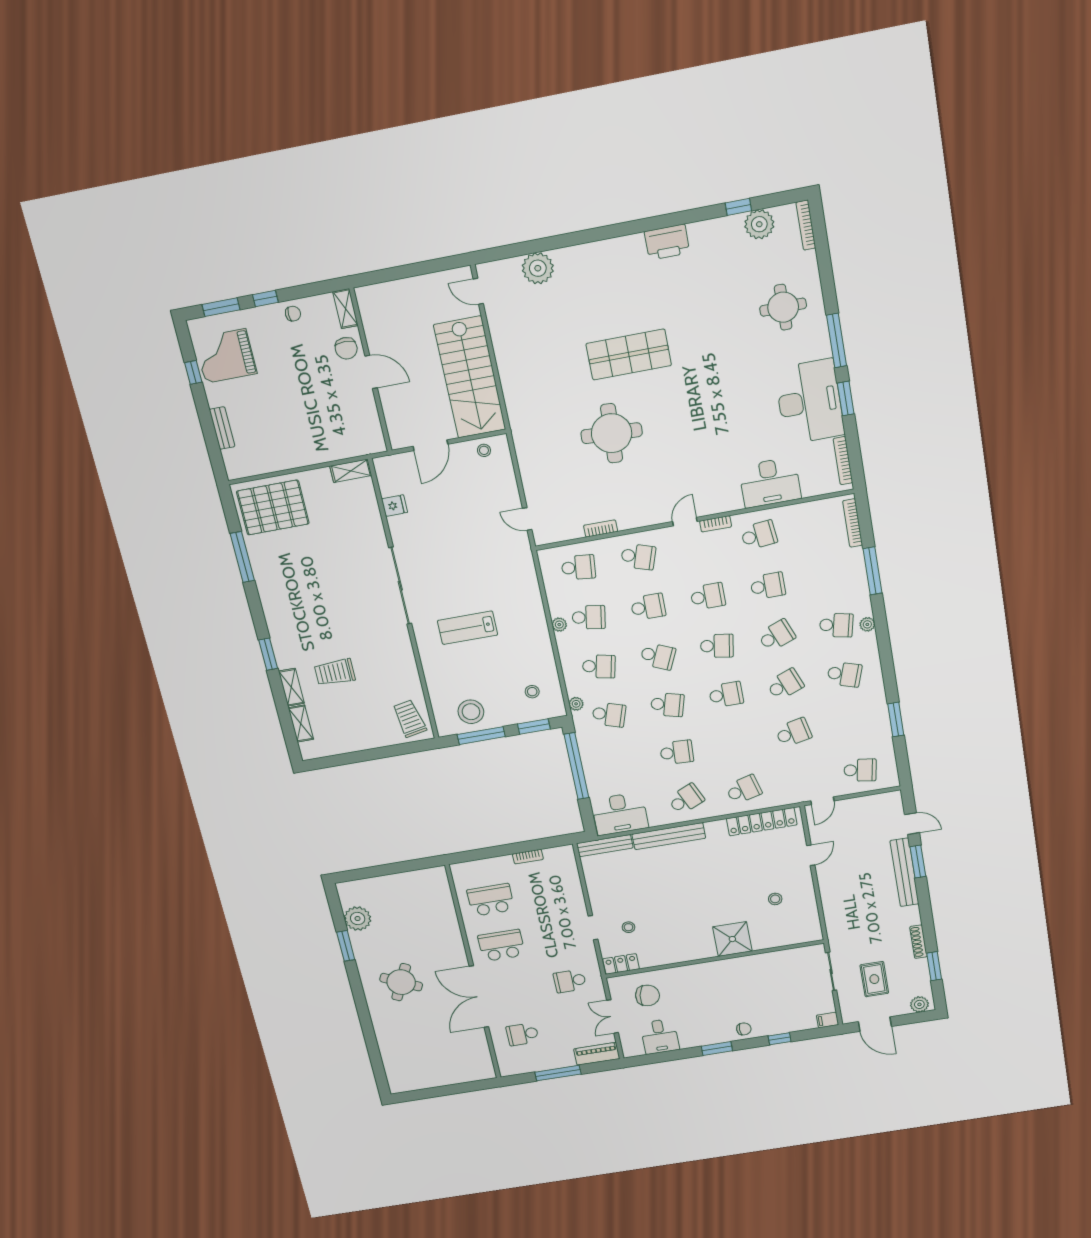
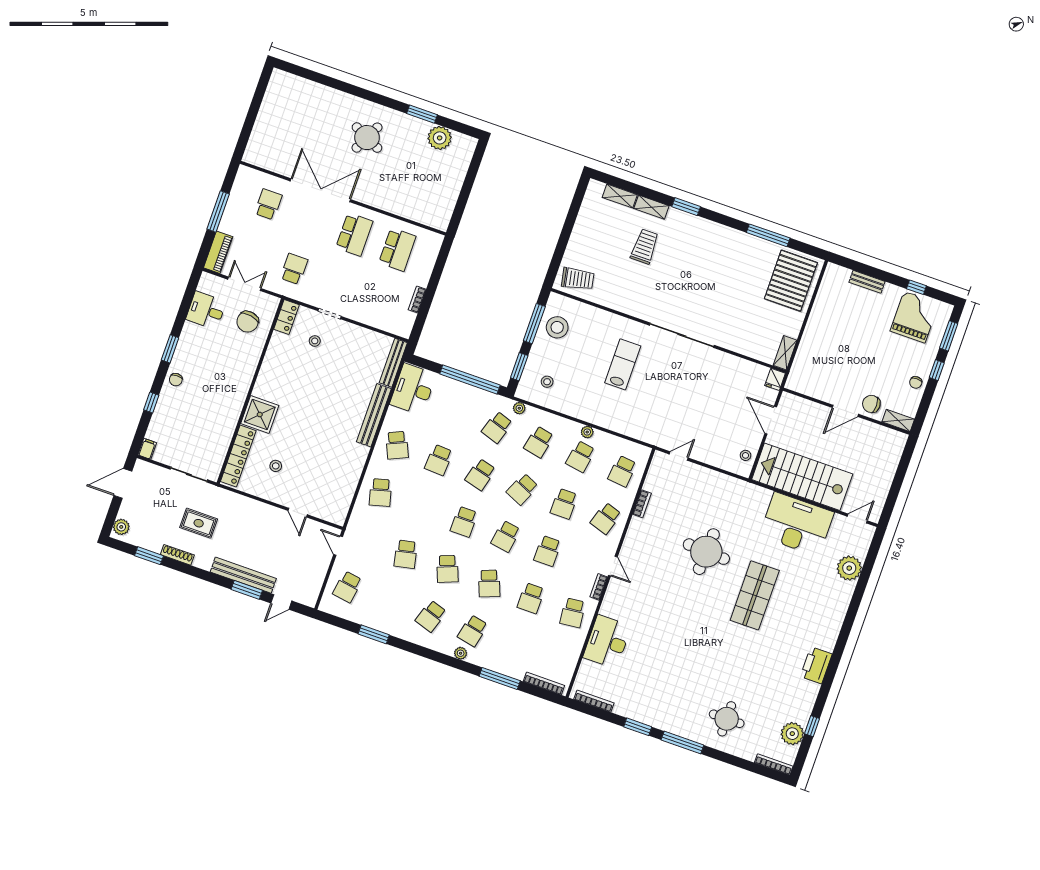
desk: (809, 402) -> (797, 524), moved, turned 180
fridge: (394, 506) -> (775, 379), moved
locker: (762, 822) -> (238, 456), moved, turned 180
rug: (874, 979) -> (199, 523), moved

